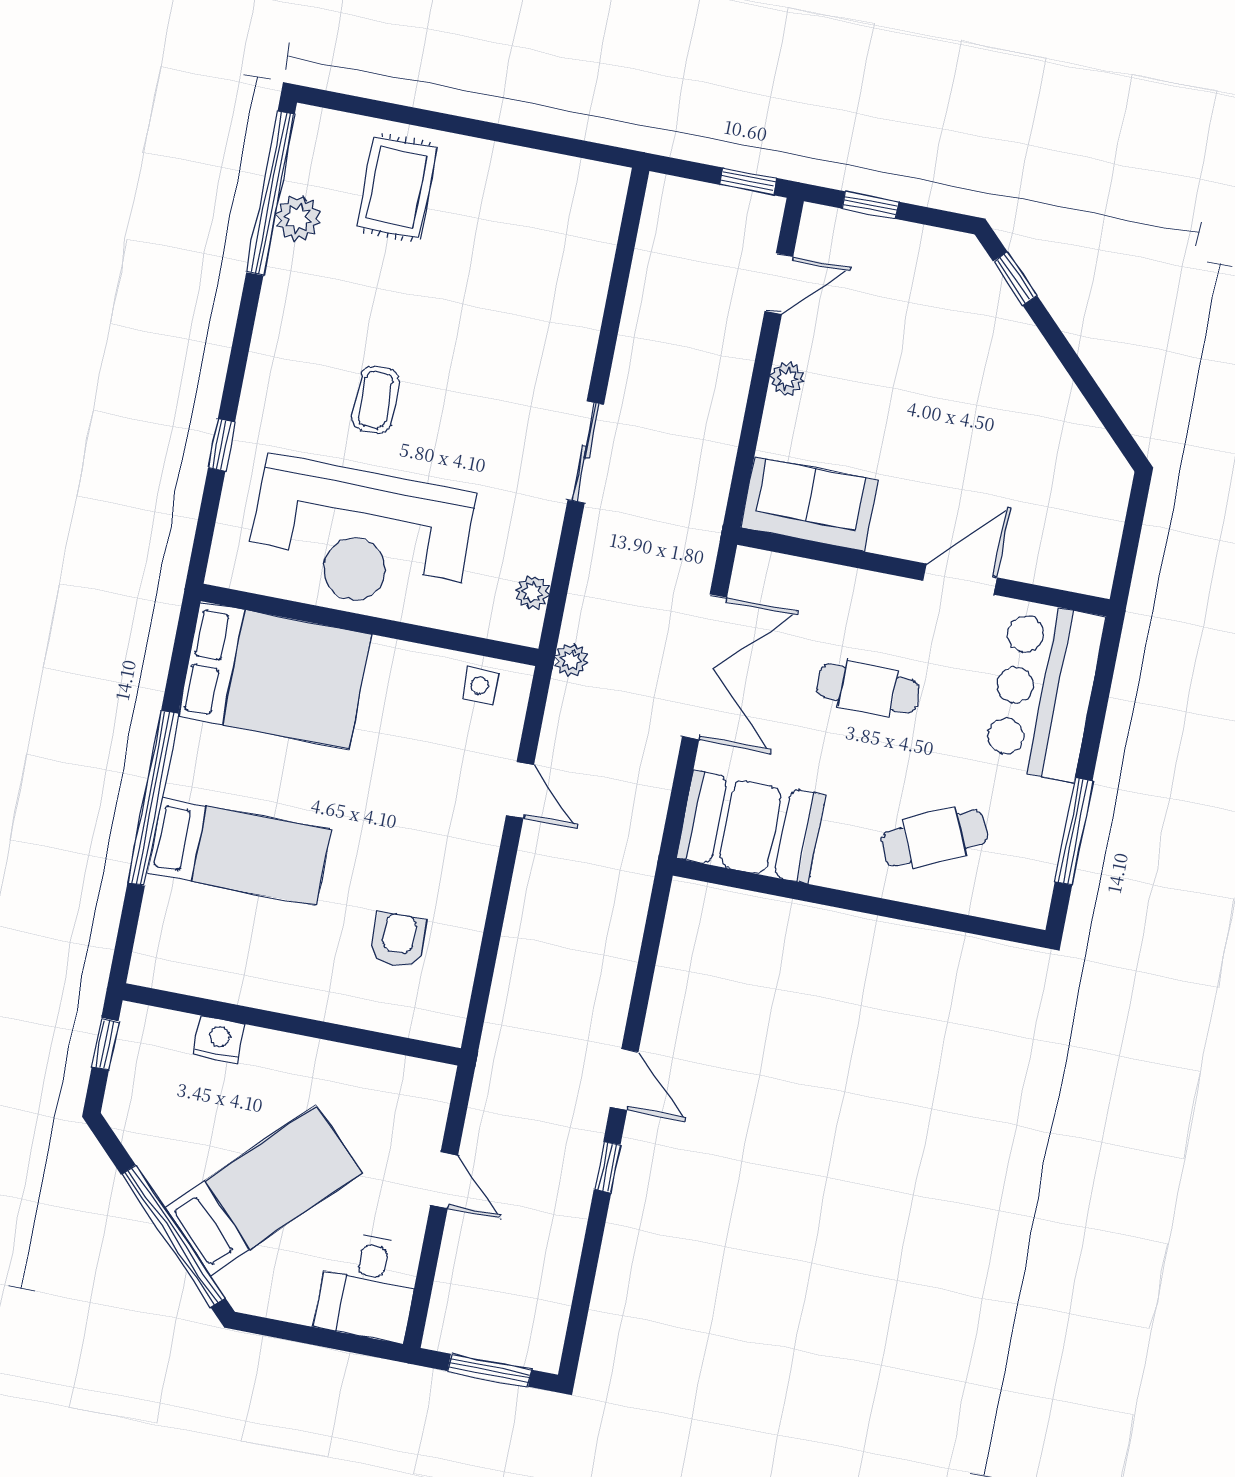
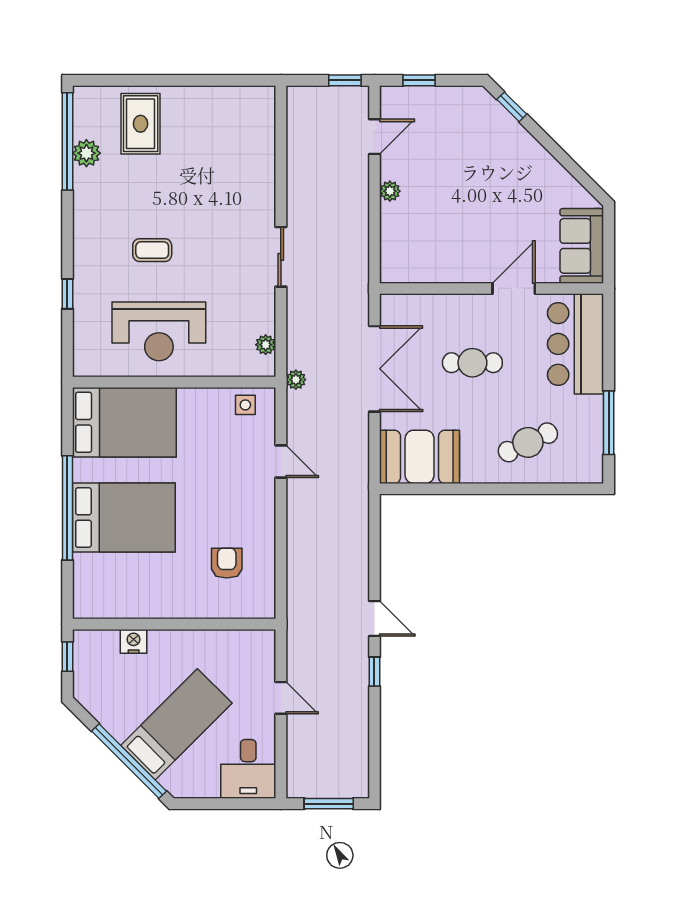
coffee table: (376, 400) -> (152, 250), turned 90
sofa: (809, 504) -> (582, 246), moved, turned -90
reception desk: (361, 536) -> (159, 331), width x0.74, depth x0.77
bed: (239, 851) -> (124, 517), width x1.50

